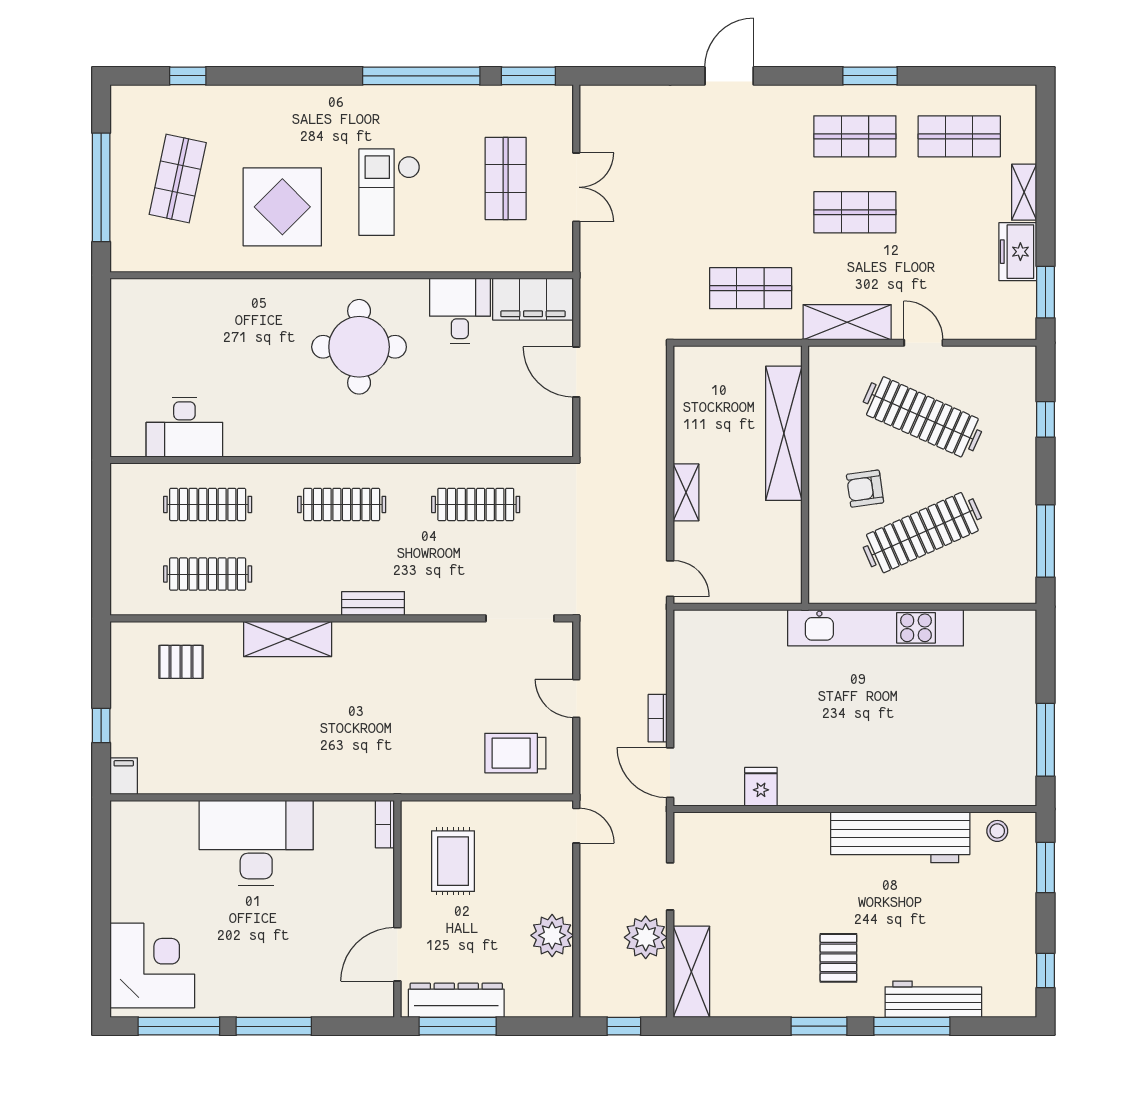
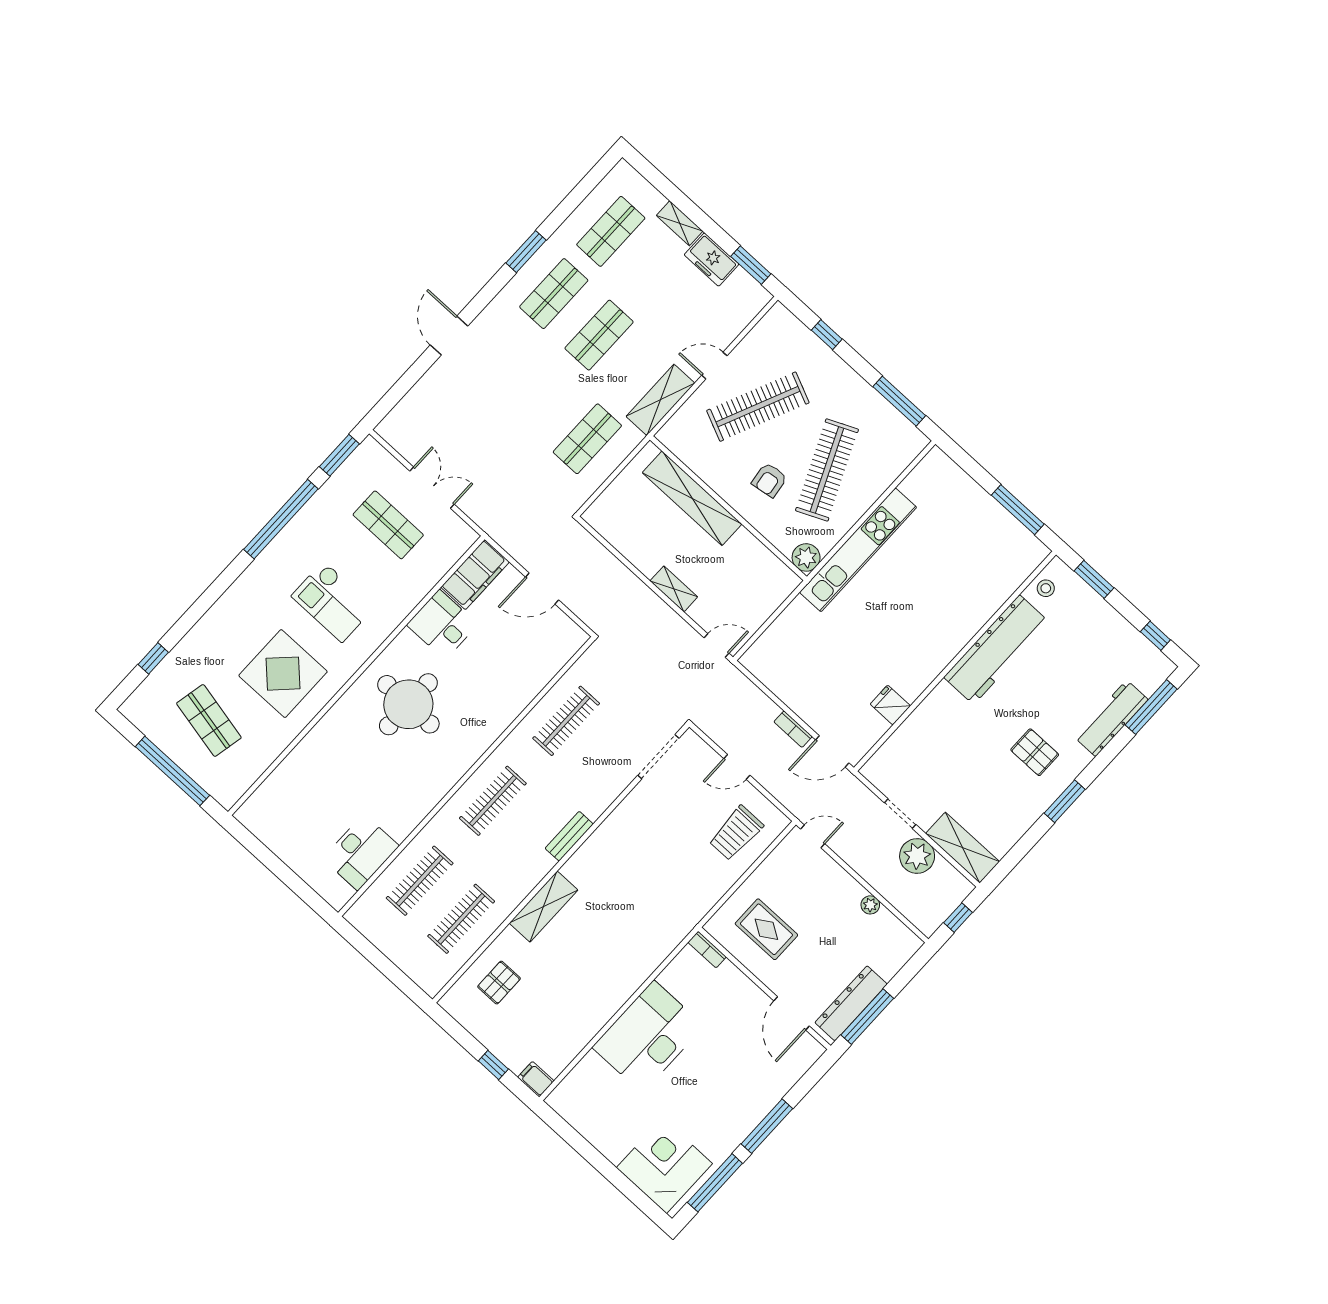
plant: (825, 587) -> (806, 557), added
plant: (552, 935) -> (870, 905), width x0.53, depth x0.53
window: (912, 1026) -> (1151, 707), moved

